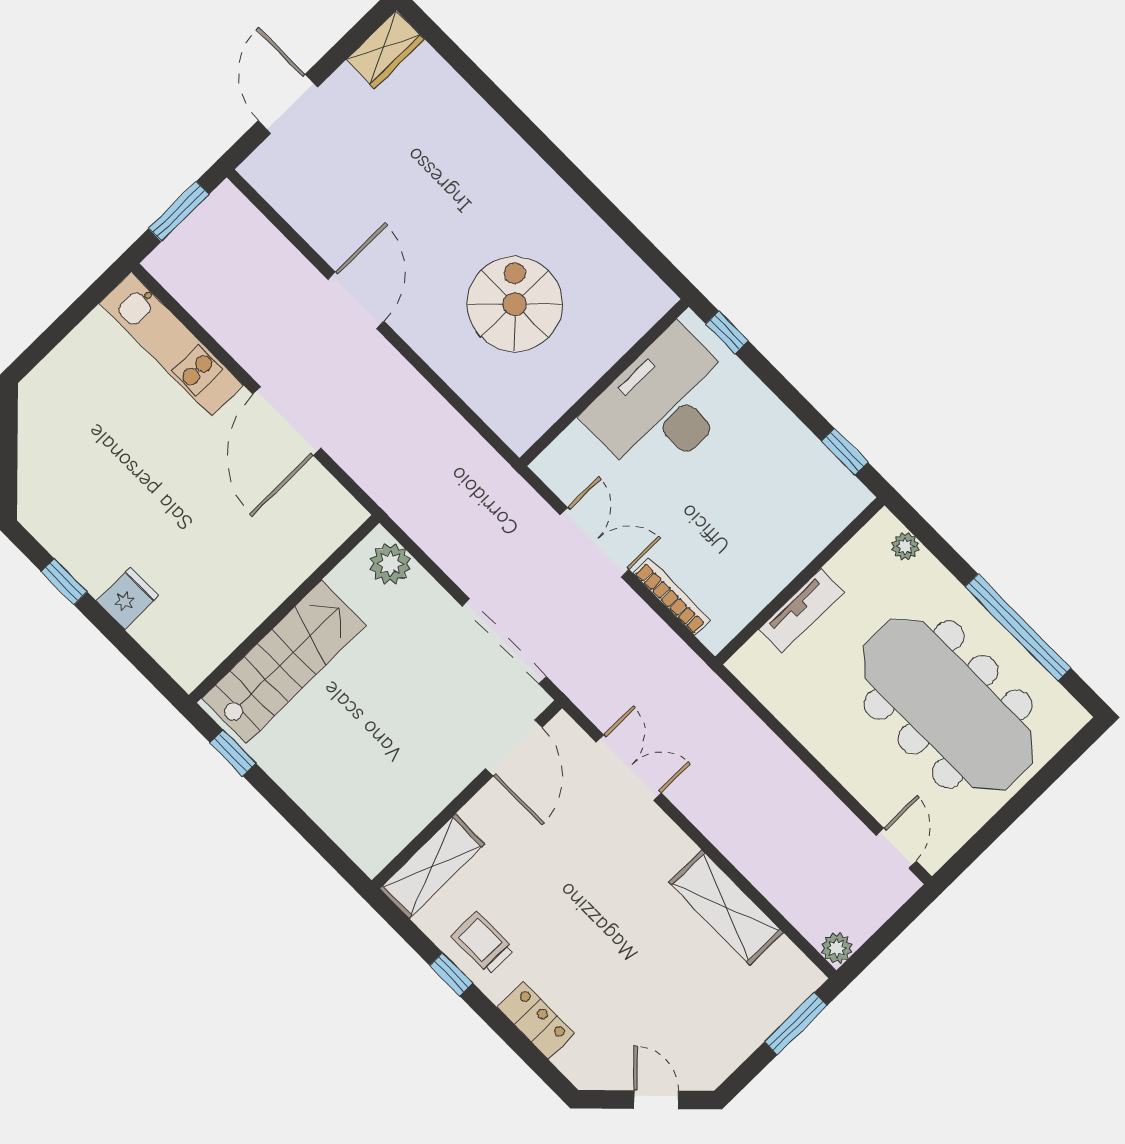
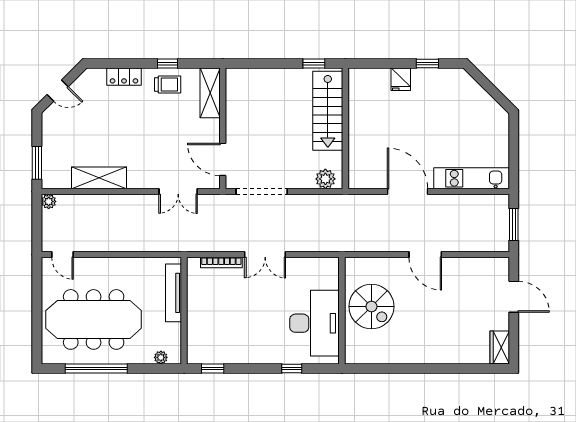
wall: (604, 382) -> (342, 311), moved
desk: (664, 405) -> (315, 323), moved
tv unit: (801, 611) -> (174, 293), width x1.41

